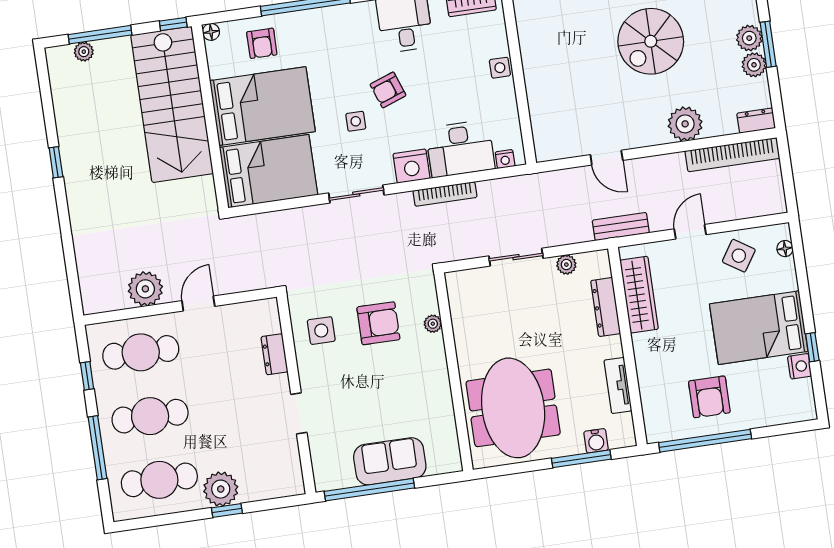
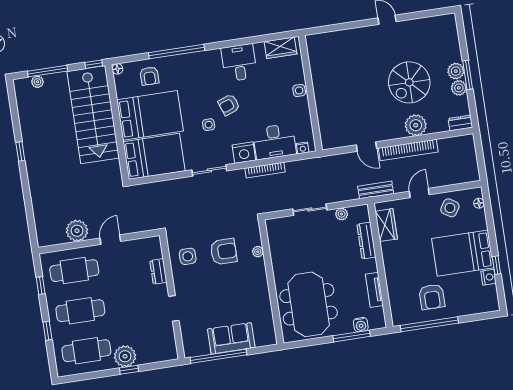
spiral stairs: (651, 41) -> (409, 82), moved
bookcase: (732, 155) -> (408, 150), moved
wardrobe: (639, 295) -> (386, 225), width x0.67
window: (98, 448) -> (47, 331), width x0.46

